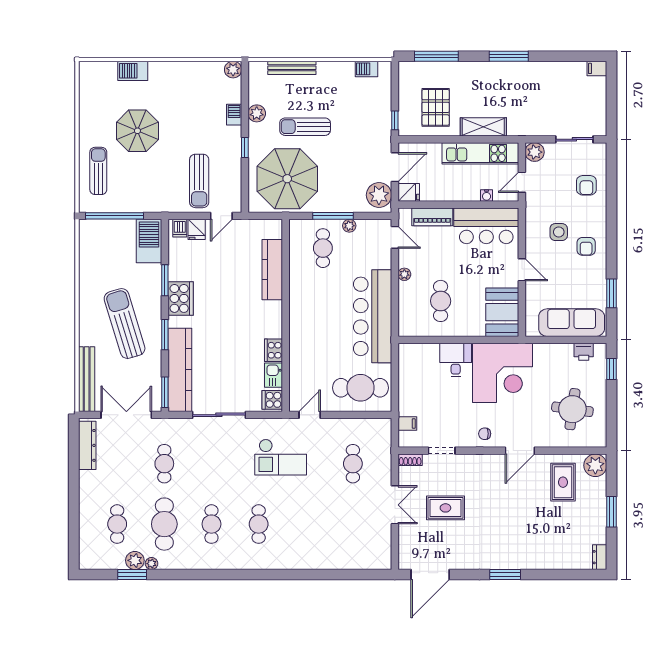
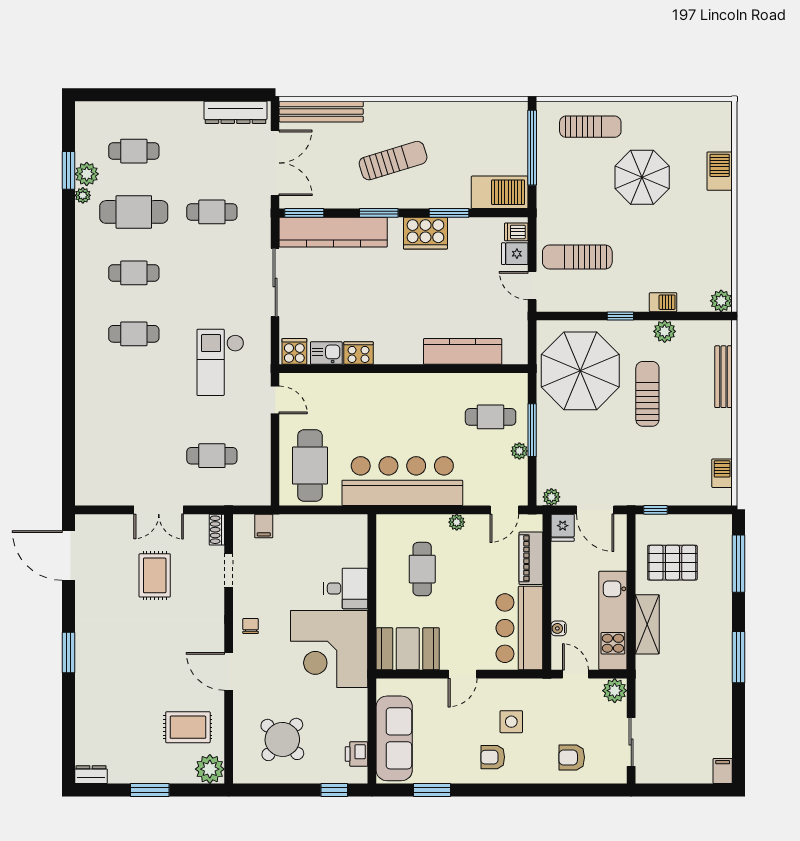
plant: (379, 195) -> (551, 497), width x0.53, depth x0.53
cafe table: (441, 301) -> (422, 569), turned 90
sun lounger: (125, 323) -> (393, 161), width x0.73, depth x0.75
round table: (572, 409) -> (282, 739), turned 35

